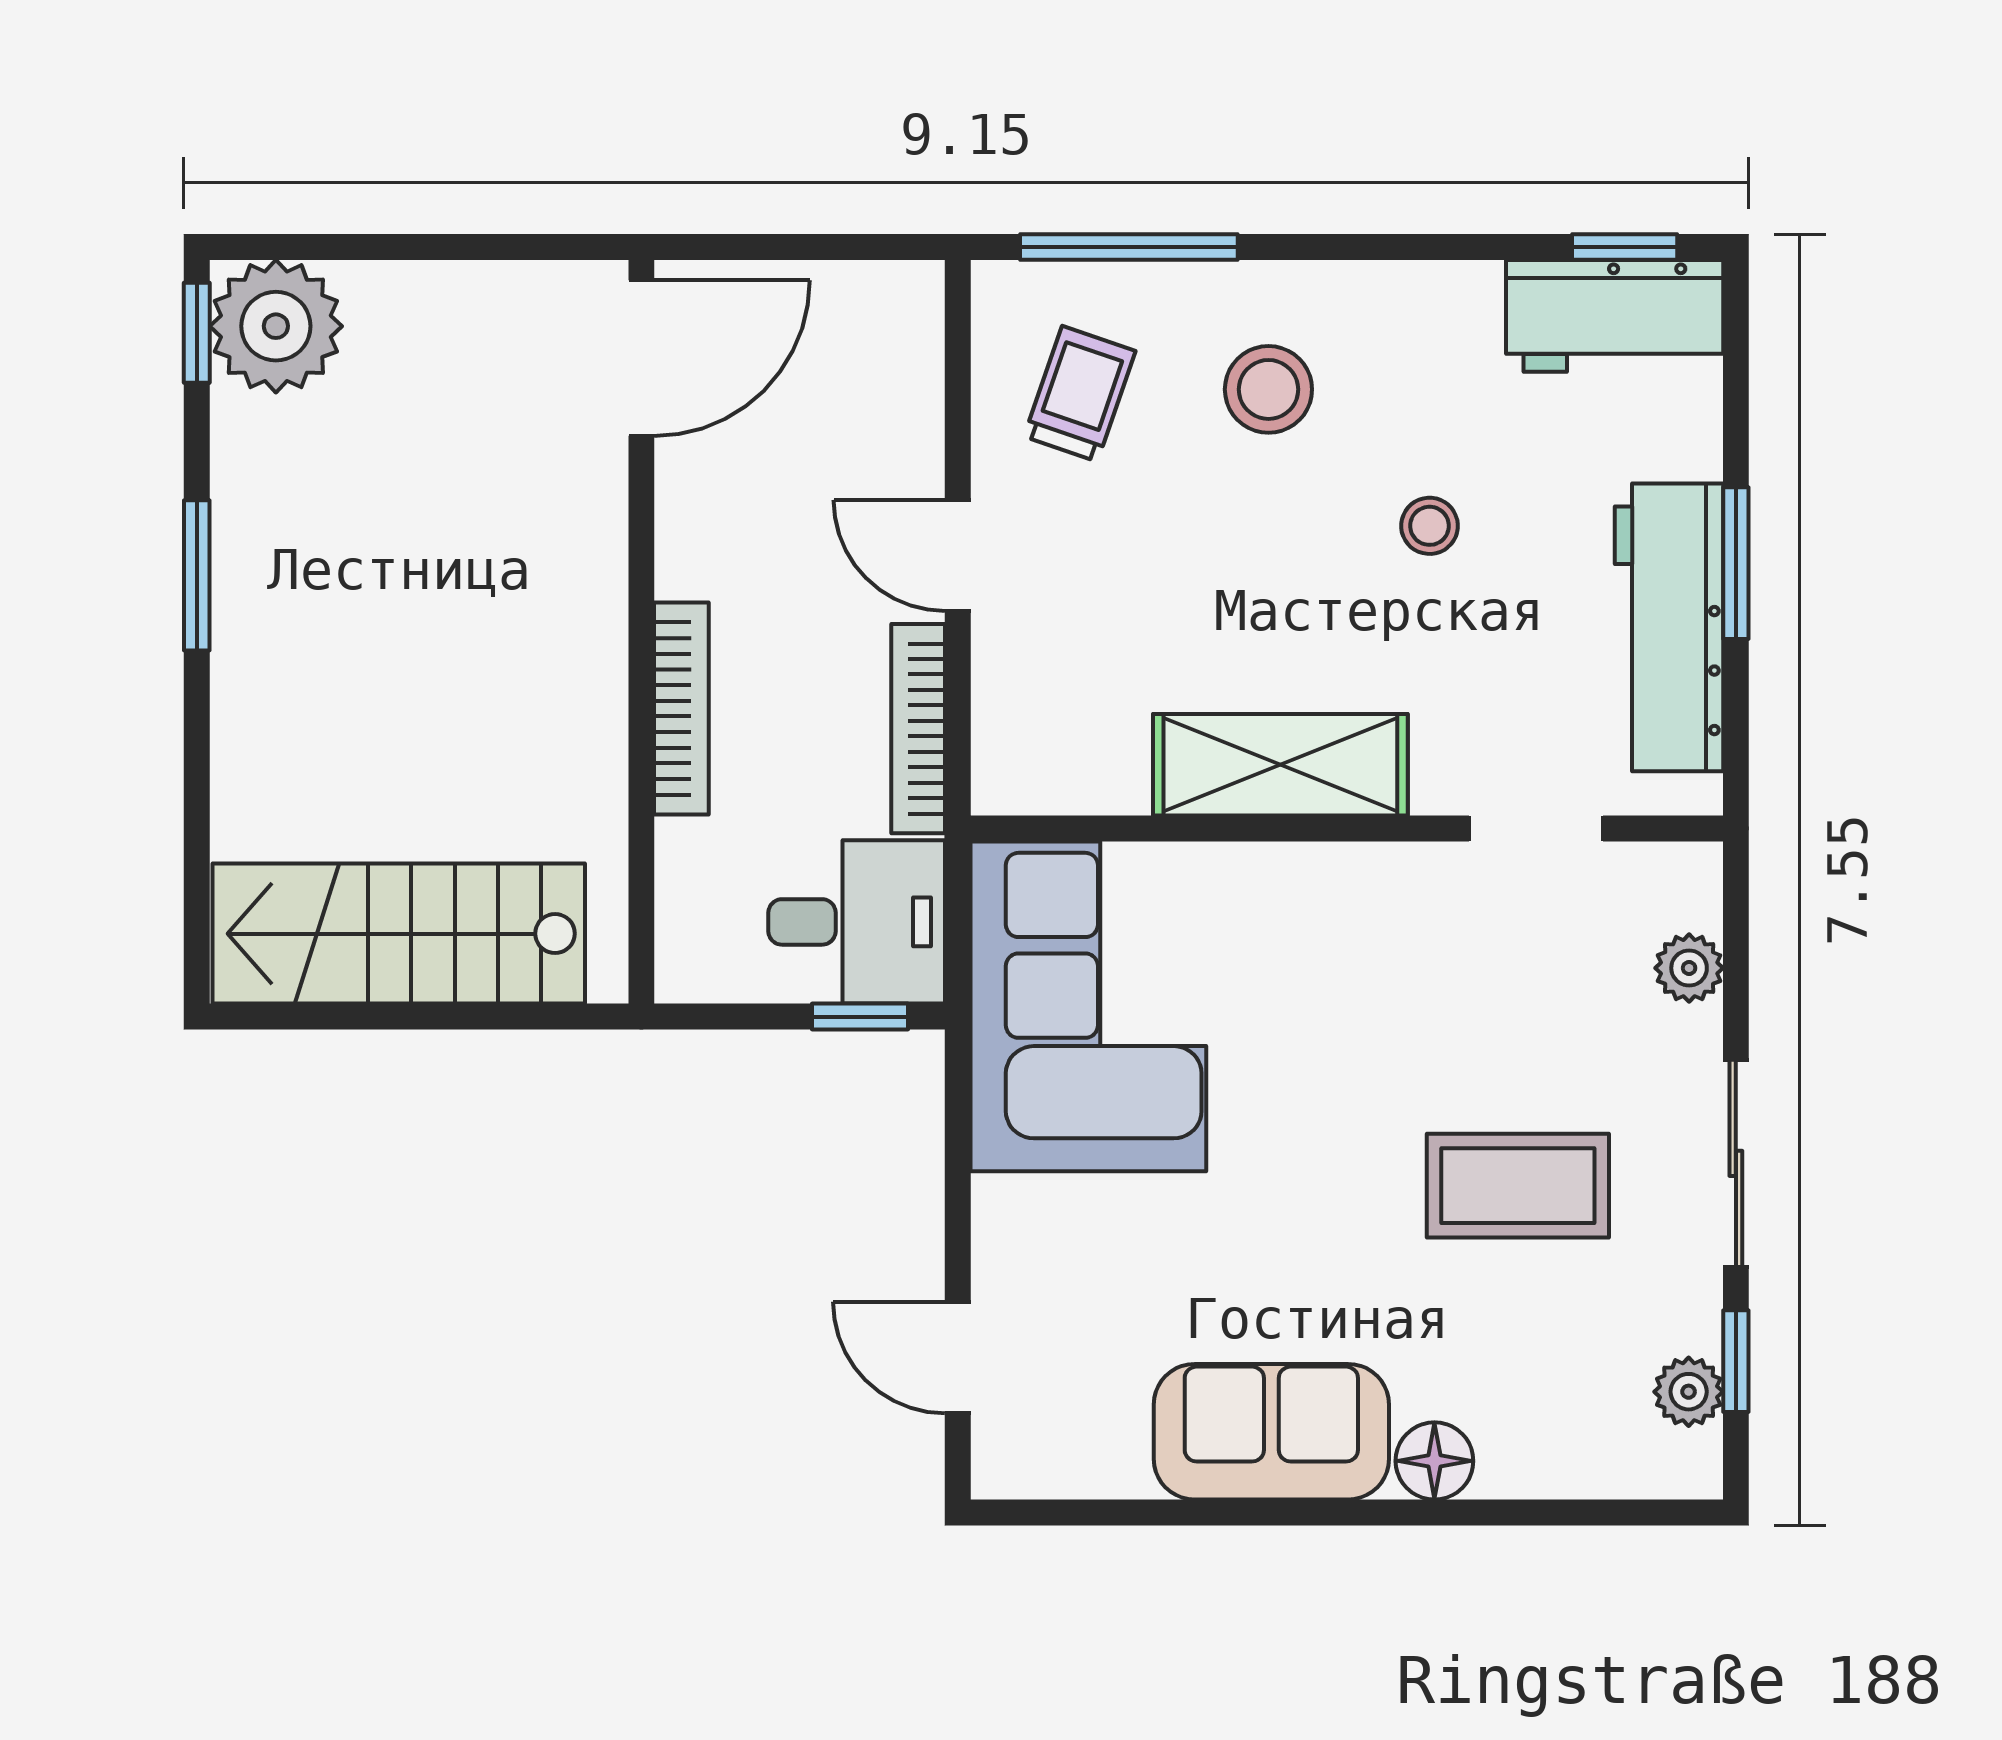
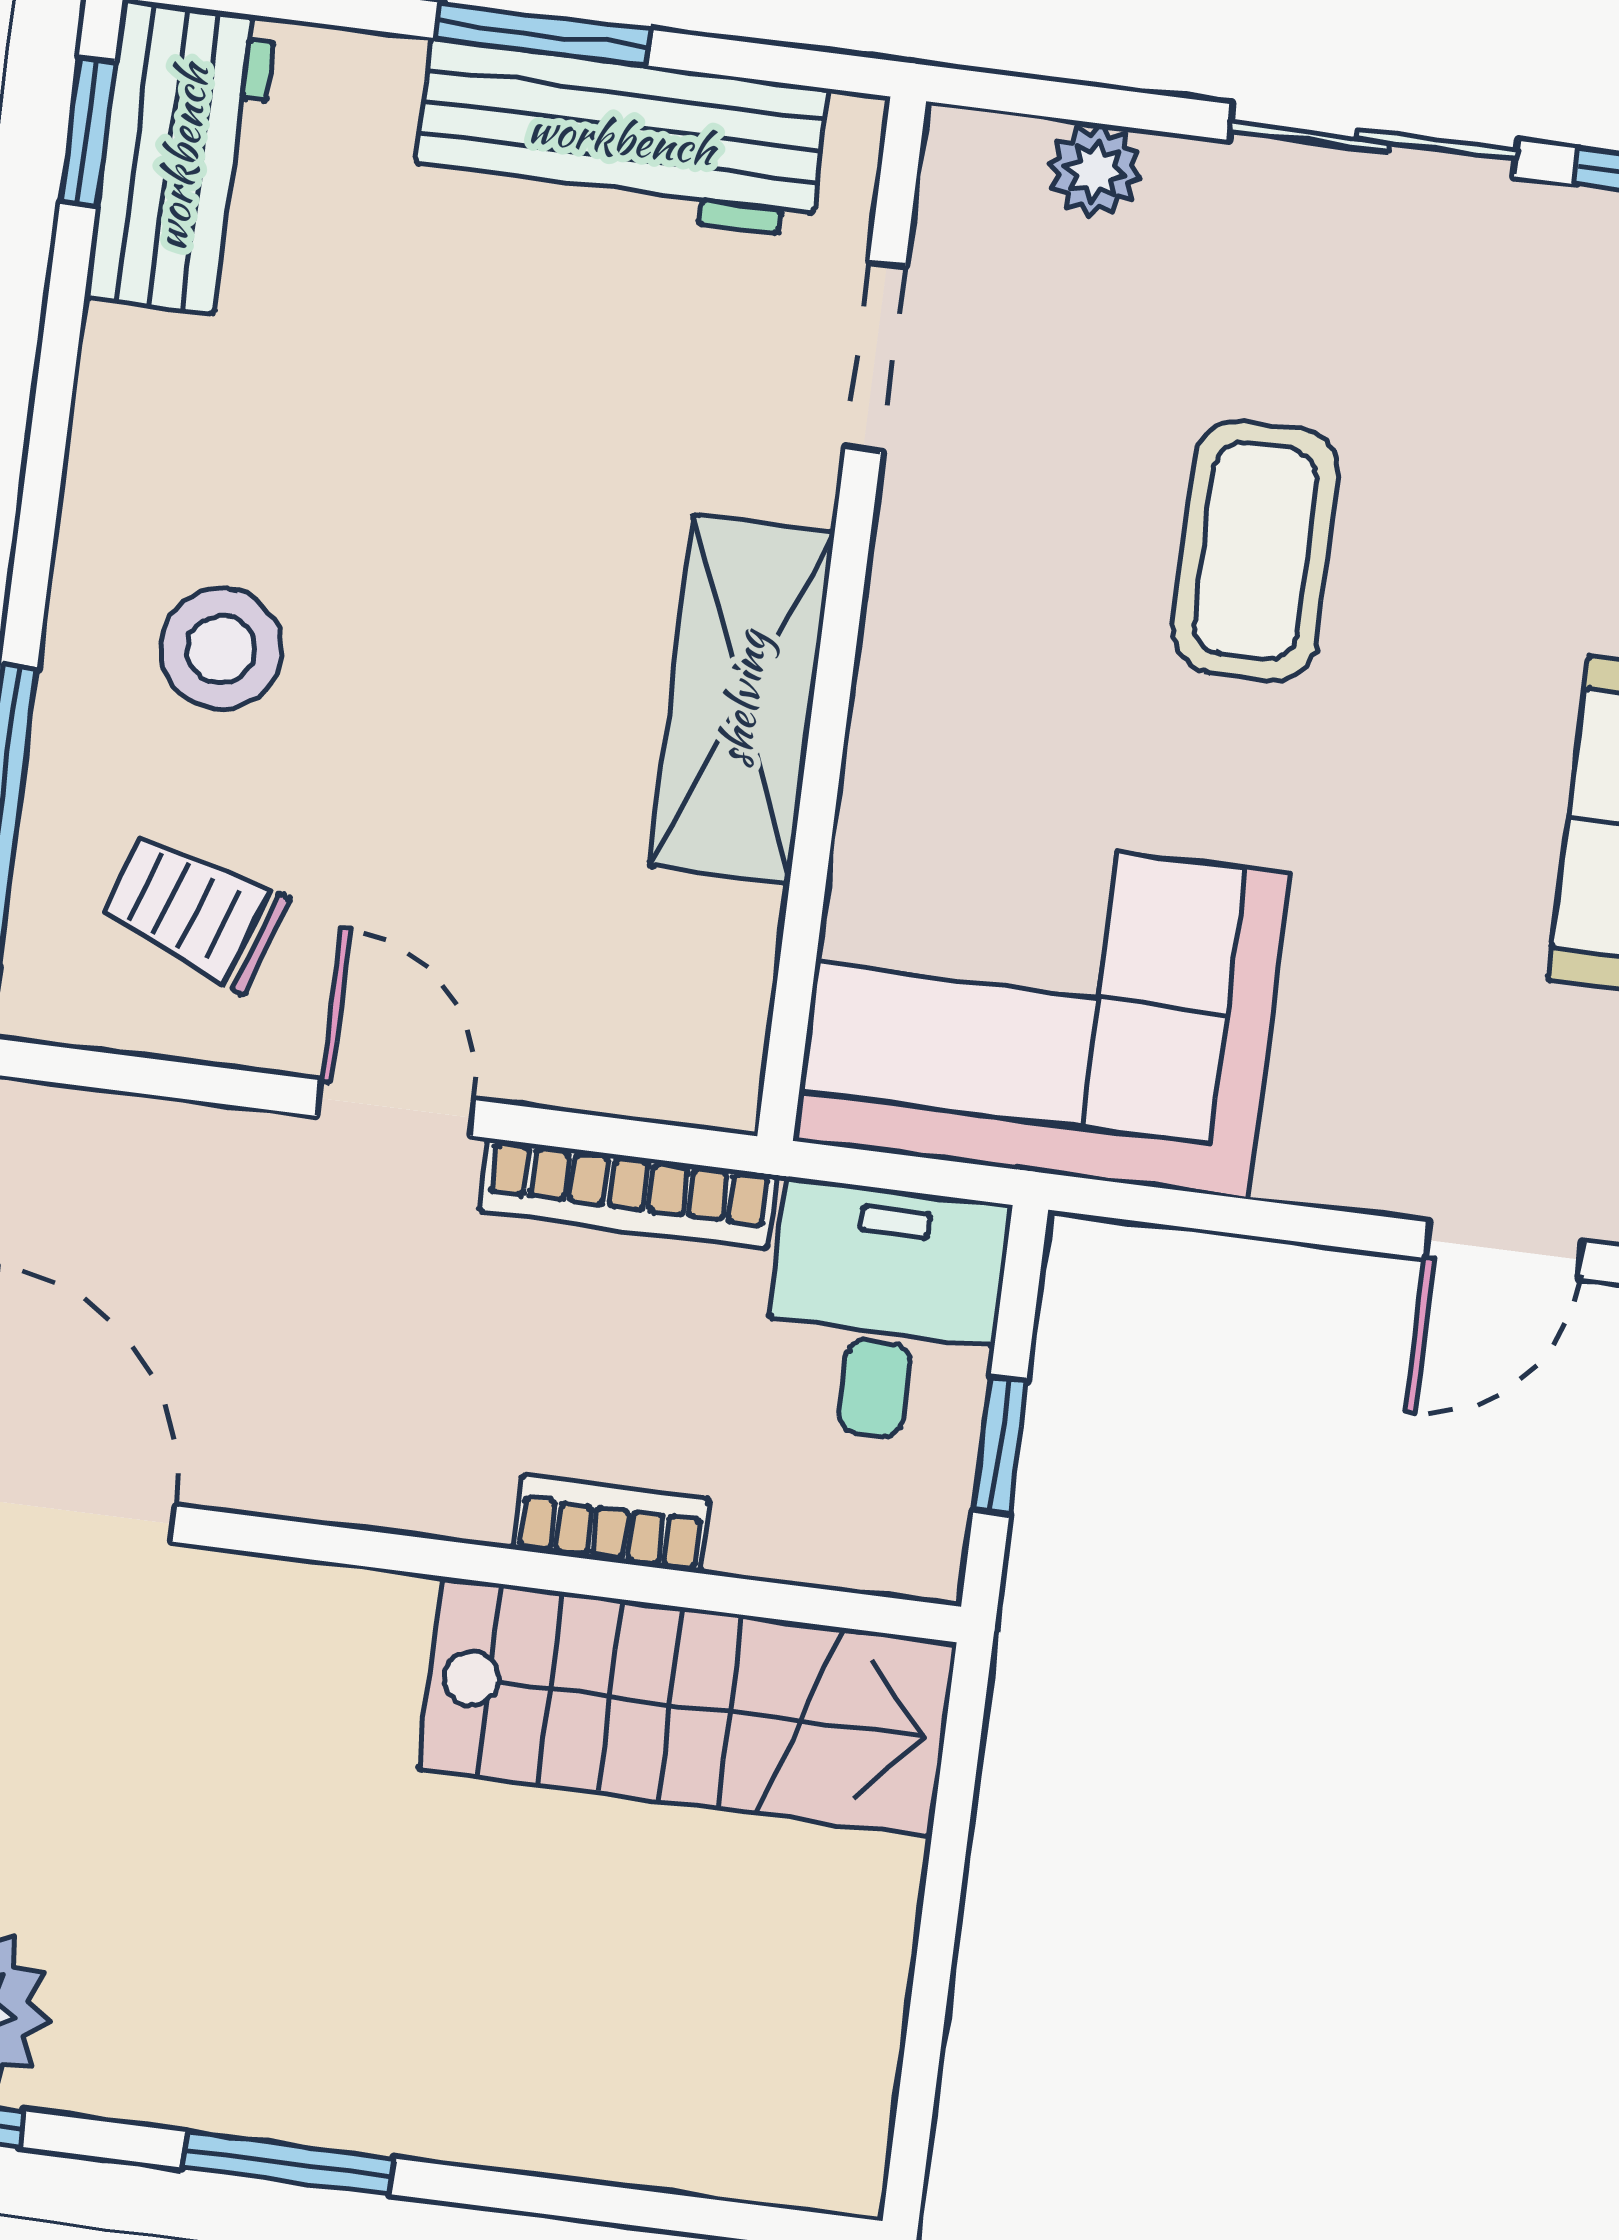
stool: (1430, 526) -> (438, 451), removed
door: (958, 555) -> (396, 1108), swing flipped
bookcase: (681, 709) -> (611, 1524), width x0.64
stairs: (399, 934) -> (687, 1706), moved, turned -90
window: (860, 1017) -> (1000, 1446), moved
coffee table: (1518, 1186) -> (1255, 551), moved

